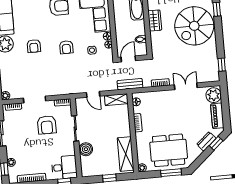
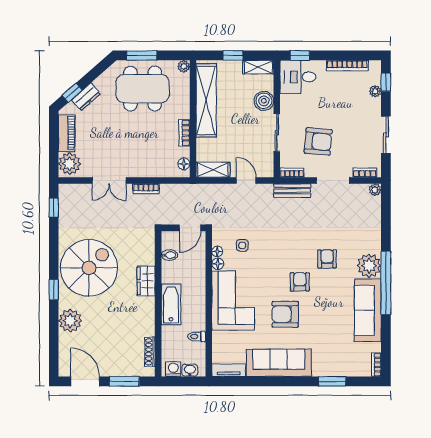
armchair: (66, 47) -> (300, 282), moved
bench: (130, 84) -> (292, 191), moved
armchair: (47, 125) -> (318, 141), turned 95
shelving: (126, 154) -> (206, 100), width x1.47
shelving: (92, 172) -> (258, 67), added

